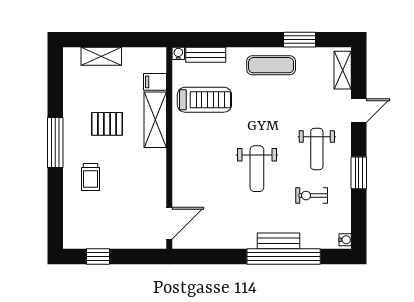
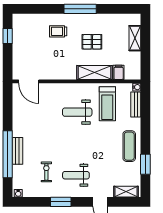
pallet: (107, 124) -> (92, 42), turned 90
weight bench: (257, 169) -> (77, 112), moved

